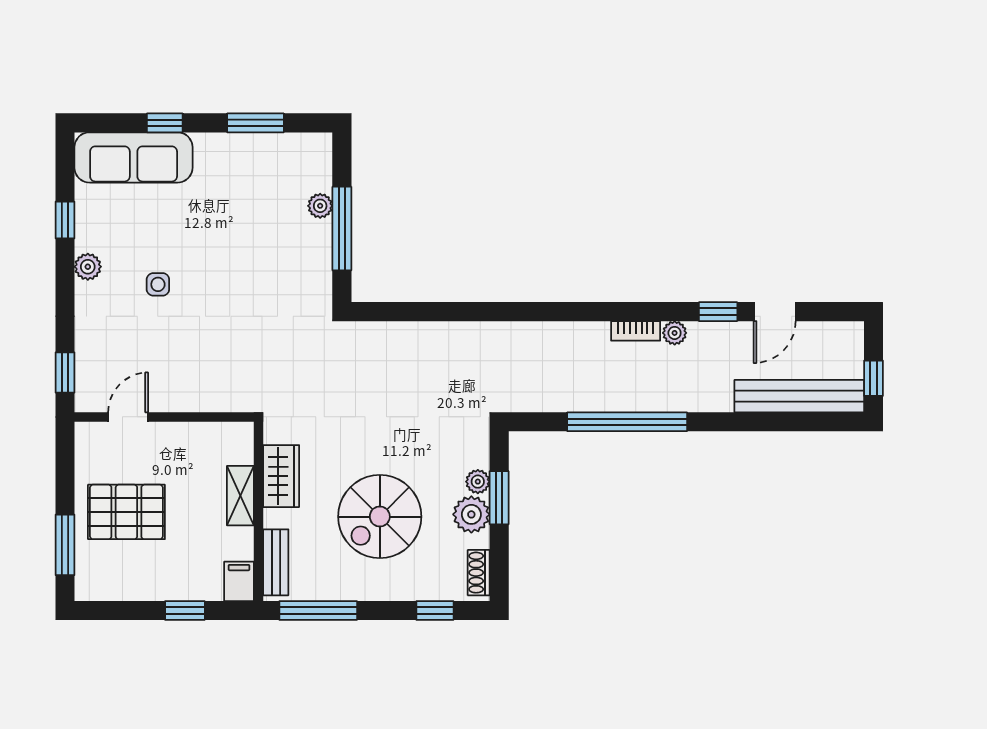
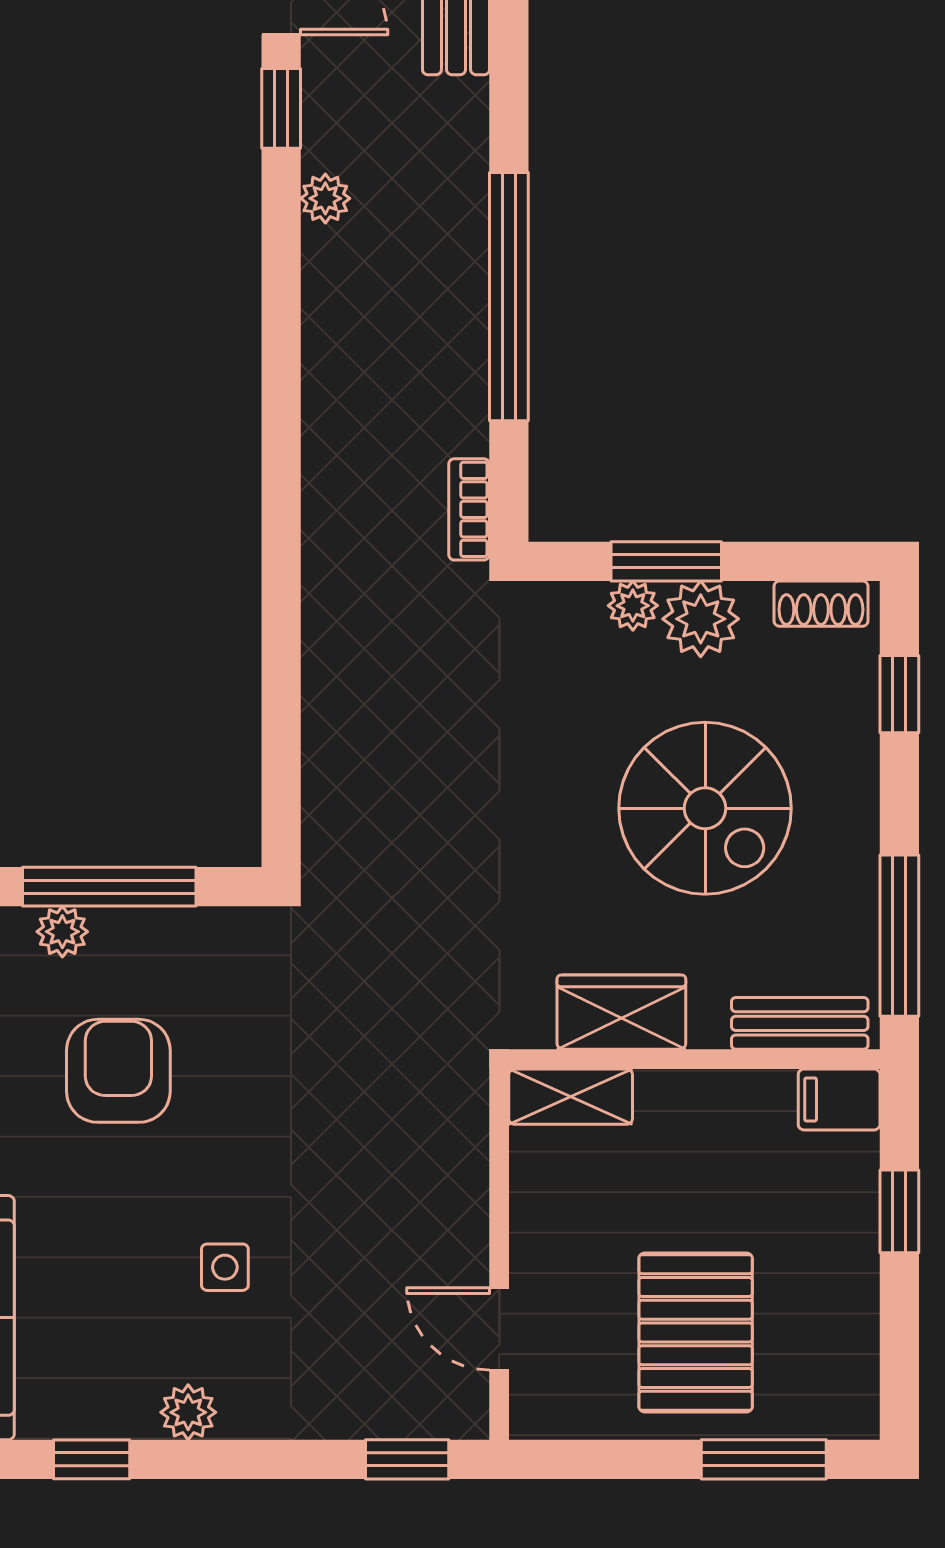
armchair: (253, 233) -> (118, 1071), added
bookcase: (636, 331) -> (469, 509), moved, turned 180
shelving: (240, 496) -> (571, 1097), moved

